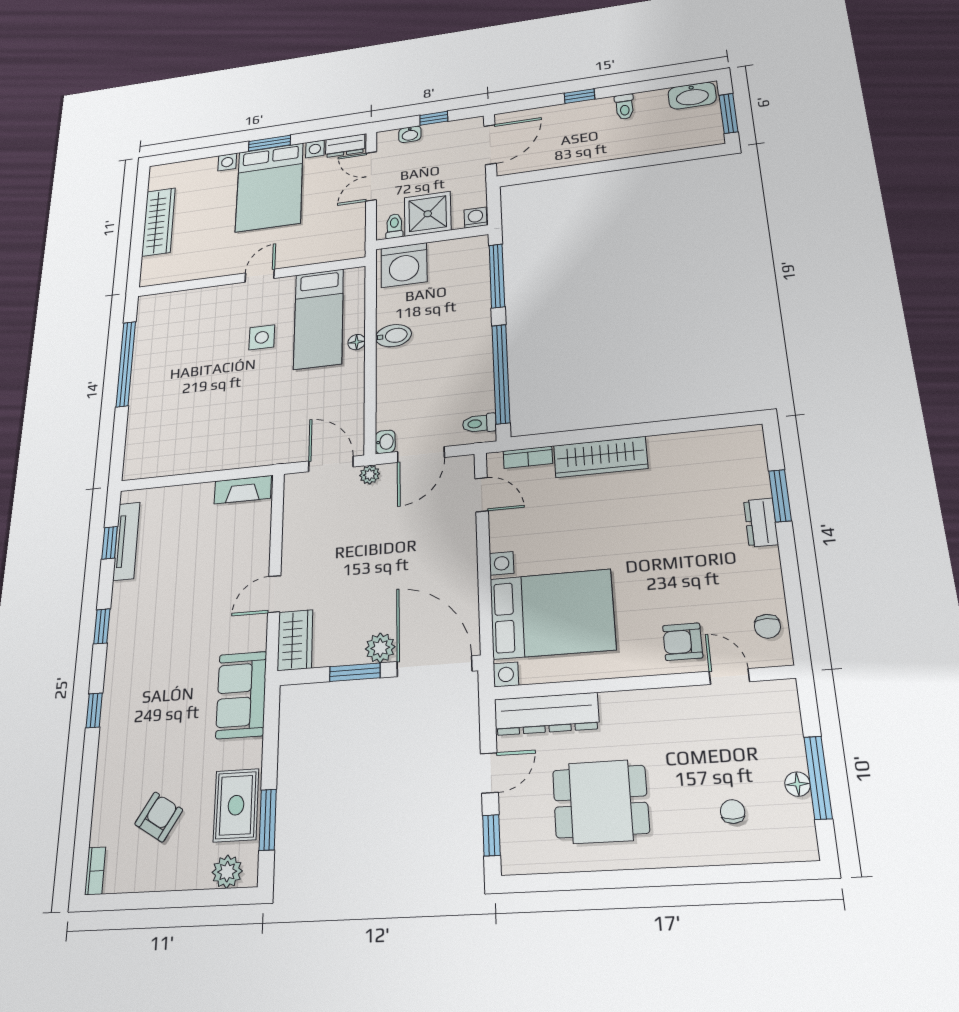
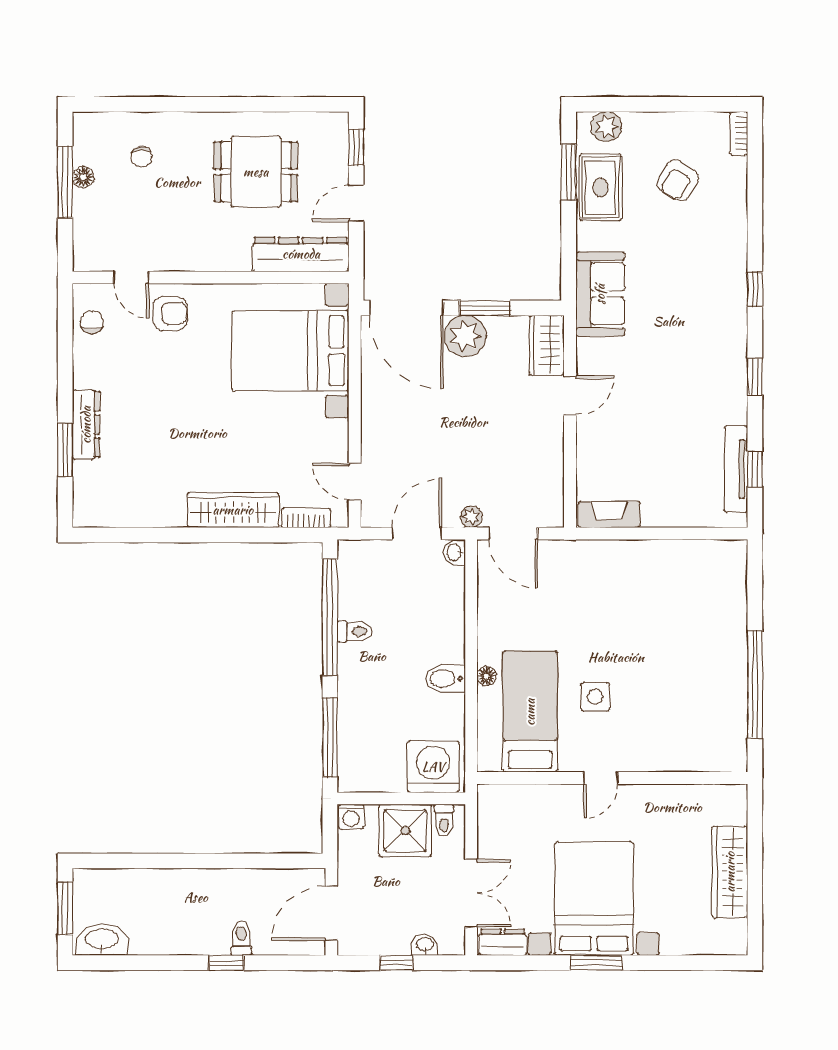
toilet: (624, 107) -> (241, 938), moved
toilet: (479, 423) -> (355, 632), moved
dresser: (761, 522) -> (86, 425), width x1.44
plant: (380, 648) -> (465, 336), width x1.36, depth x1.36

